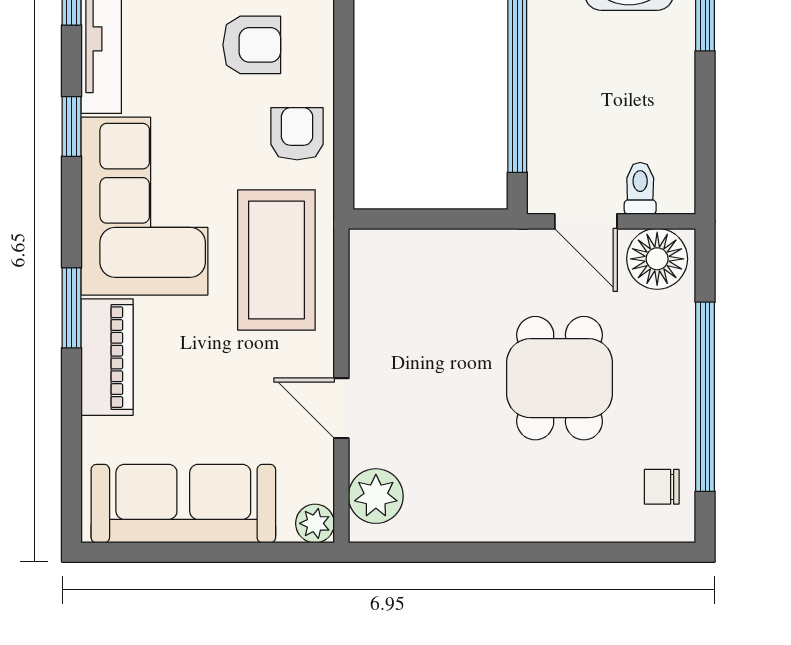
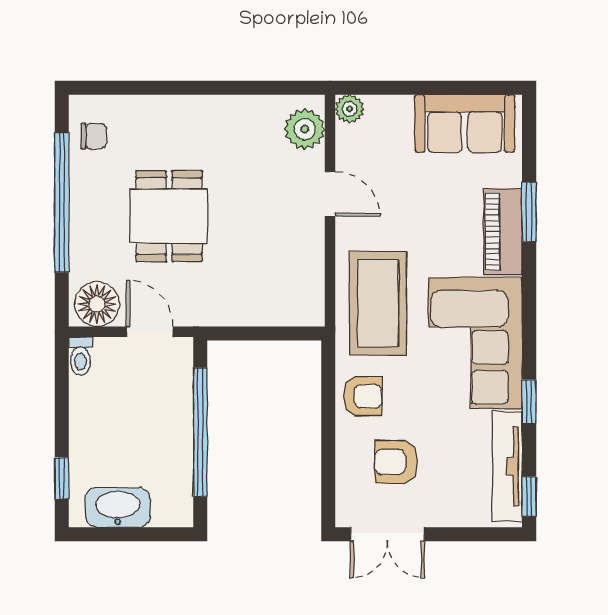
armchair: (297, 134) -> (363, 396), turned -90
toilet: (640, 188) -> (80, 356), moved
window: (72, 308) -> (529, 212), moved
sofa: (183, 504) -> (465, 124), width x0.73

